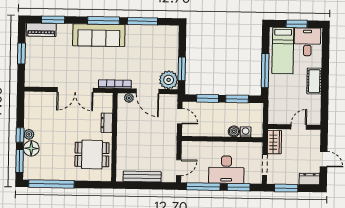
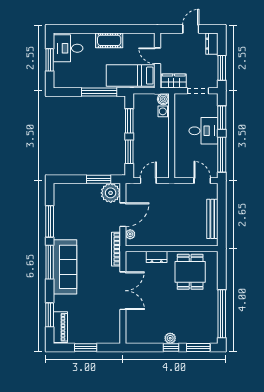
bed: (283, 51) -> (131, 76), moved, turned 180
boiler: (234, 131) -> (163, 99), moved
floor lamp: (31, 148) -> (185, 336), removed
desk: (226, 170) -> (203, 131), width x0.73

